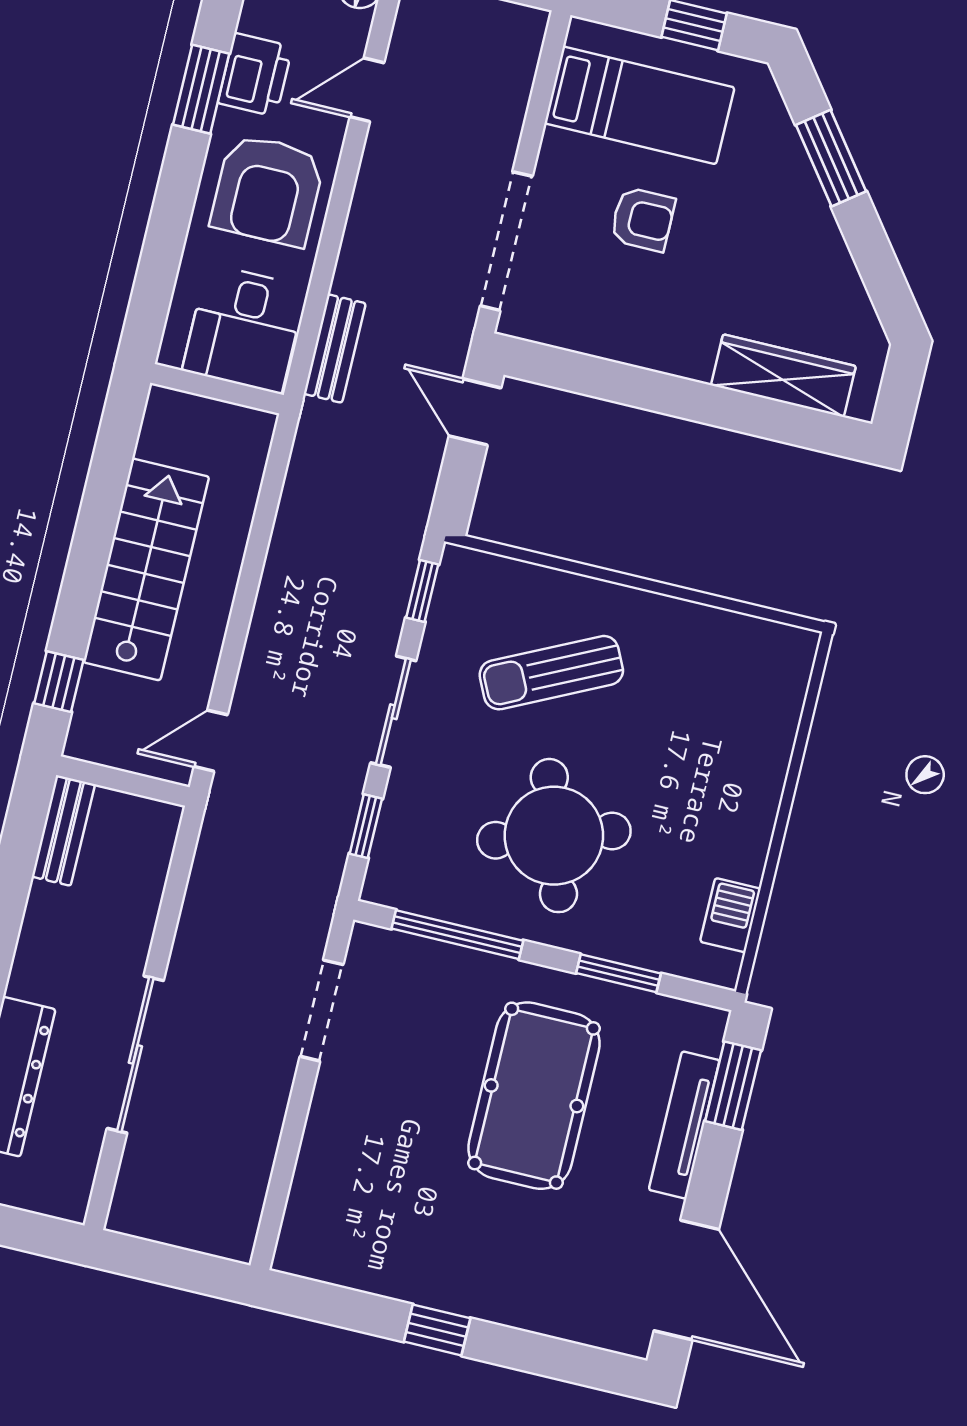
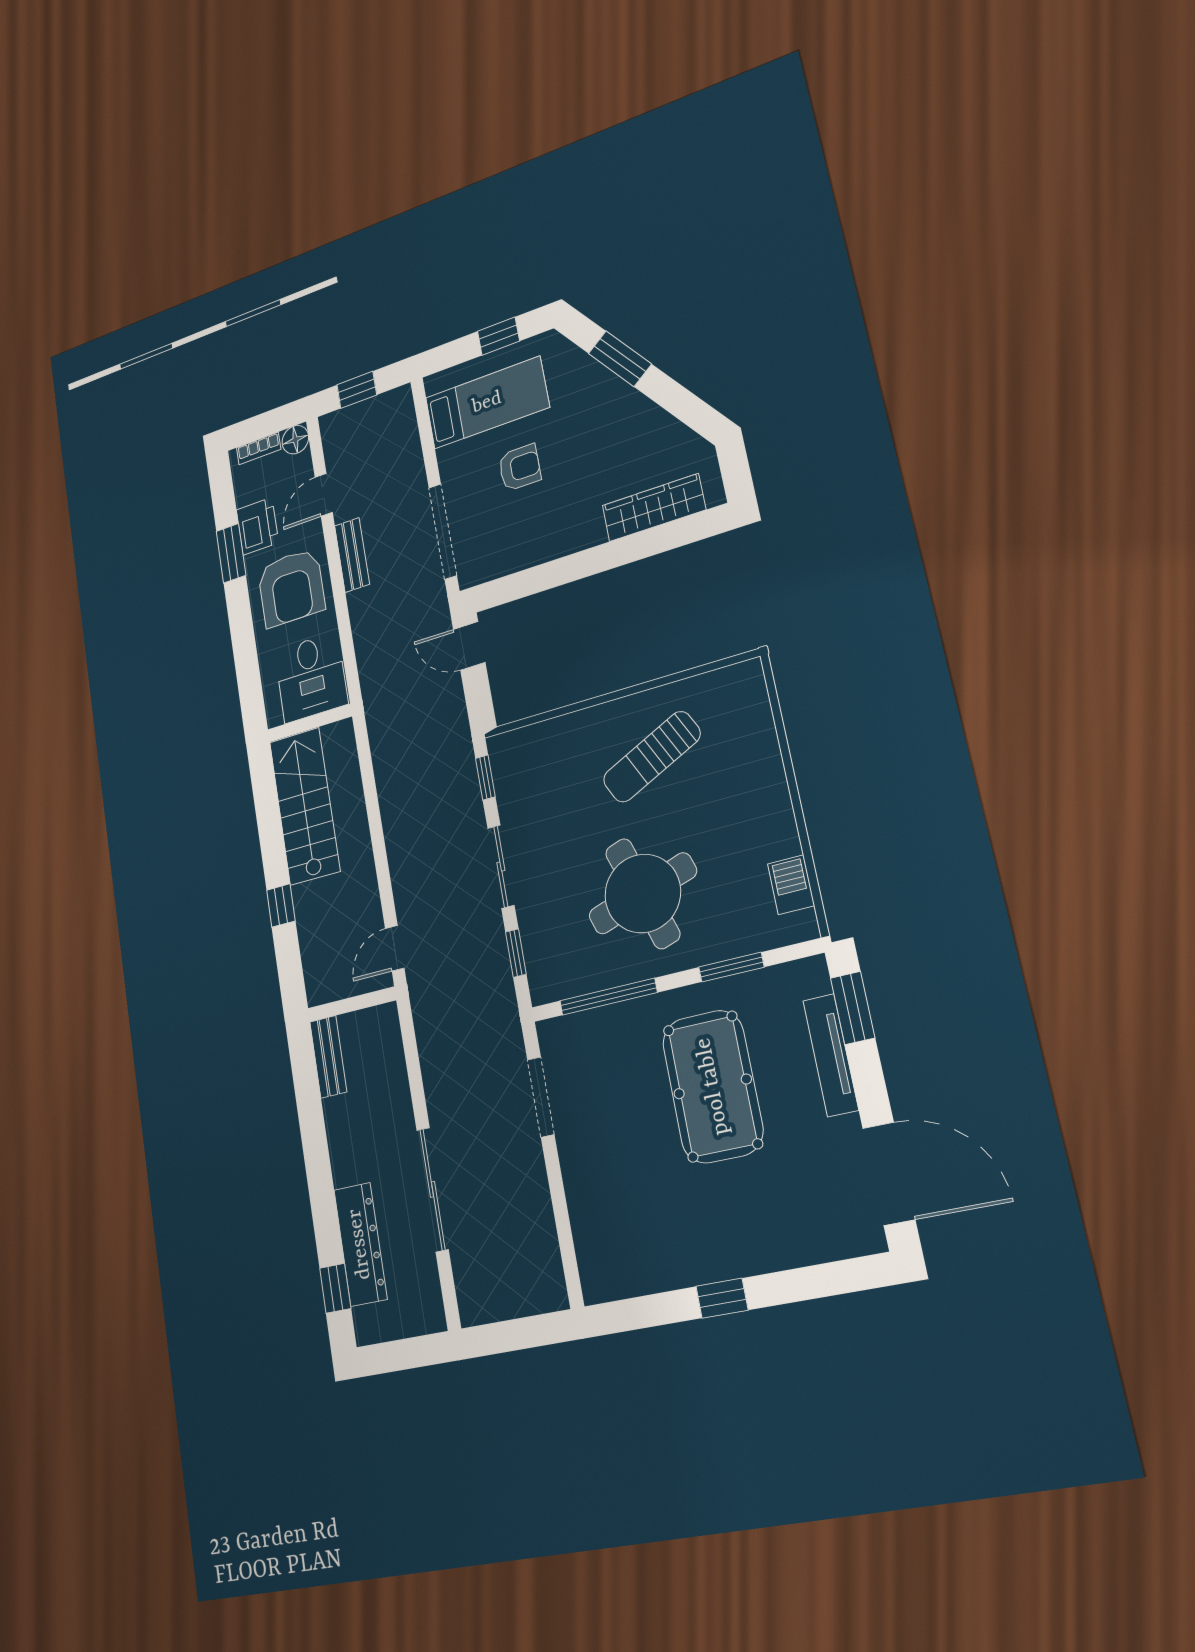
bench: (335, 349) -> (352, 555), moved
stairs: (146, 569) -> (305, 806), moved
sun lounger: (551, 673) -> (652, 757), moved
window: (59, 682) -> (281, 905), moved

